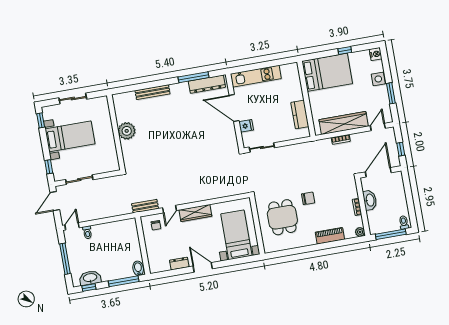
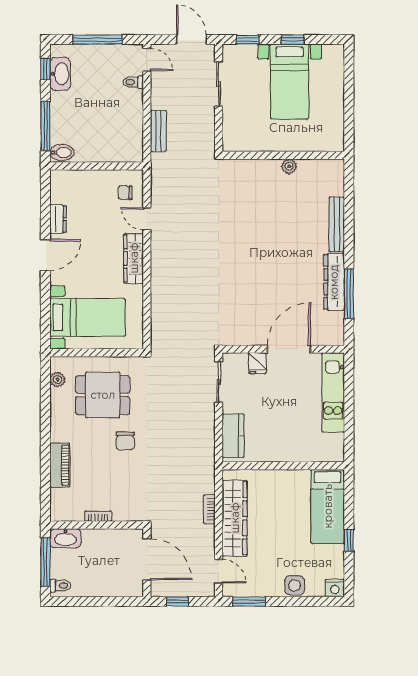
bed: (327, 72) -> (328, 506), width x0.67
dresser: (207, 84) -> (334, 282), moved
window: (391, 93) -> (249, 601), moved
sliding door: (73, 99) -> (349, 96), removed
kitchen counter: (300, 114) -> (233, 436), moved, turned 90
window: (41, 120) -> (292, 39), moved
plant: (127, 131) -> (289, 166), width x0.53, depth x0.53
washbasin: (370, 200) -> (66, 538), moved
bench: (145, 206) -> (158, 131), moved
plant: (360, 232) -> (58, 379), moved

